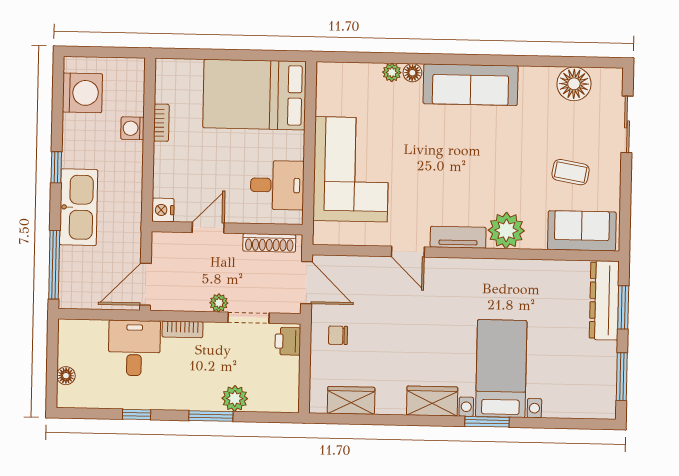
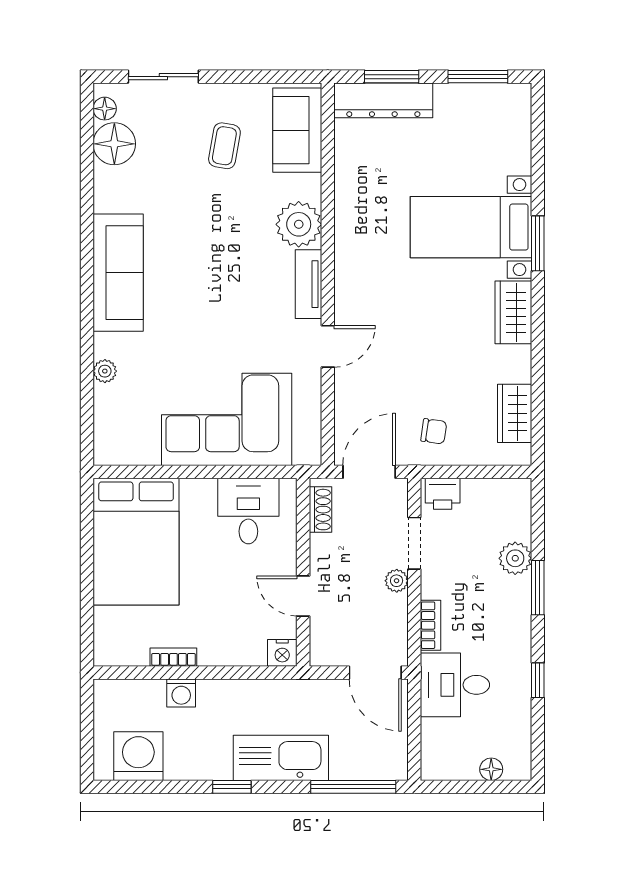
floor lamp: (412, 73) -> (105, 109), moved
shoe rack: (269, 243) -> (320, 510), width x0.70
chair: (338, 335) -> (434, 431), turned -82

